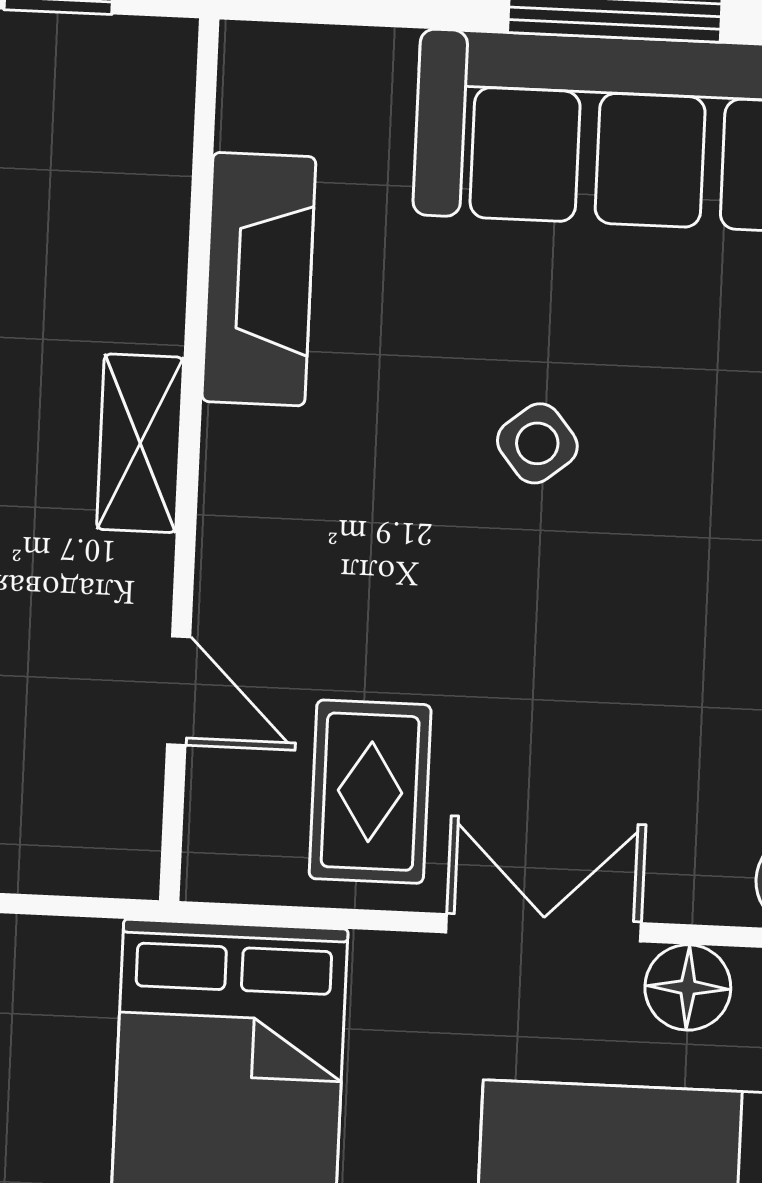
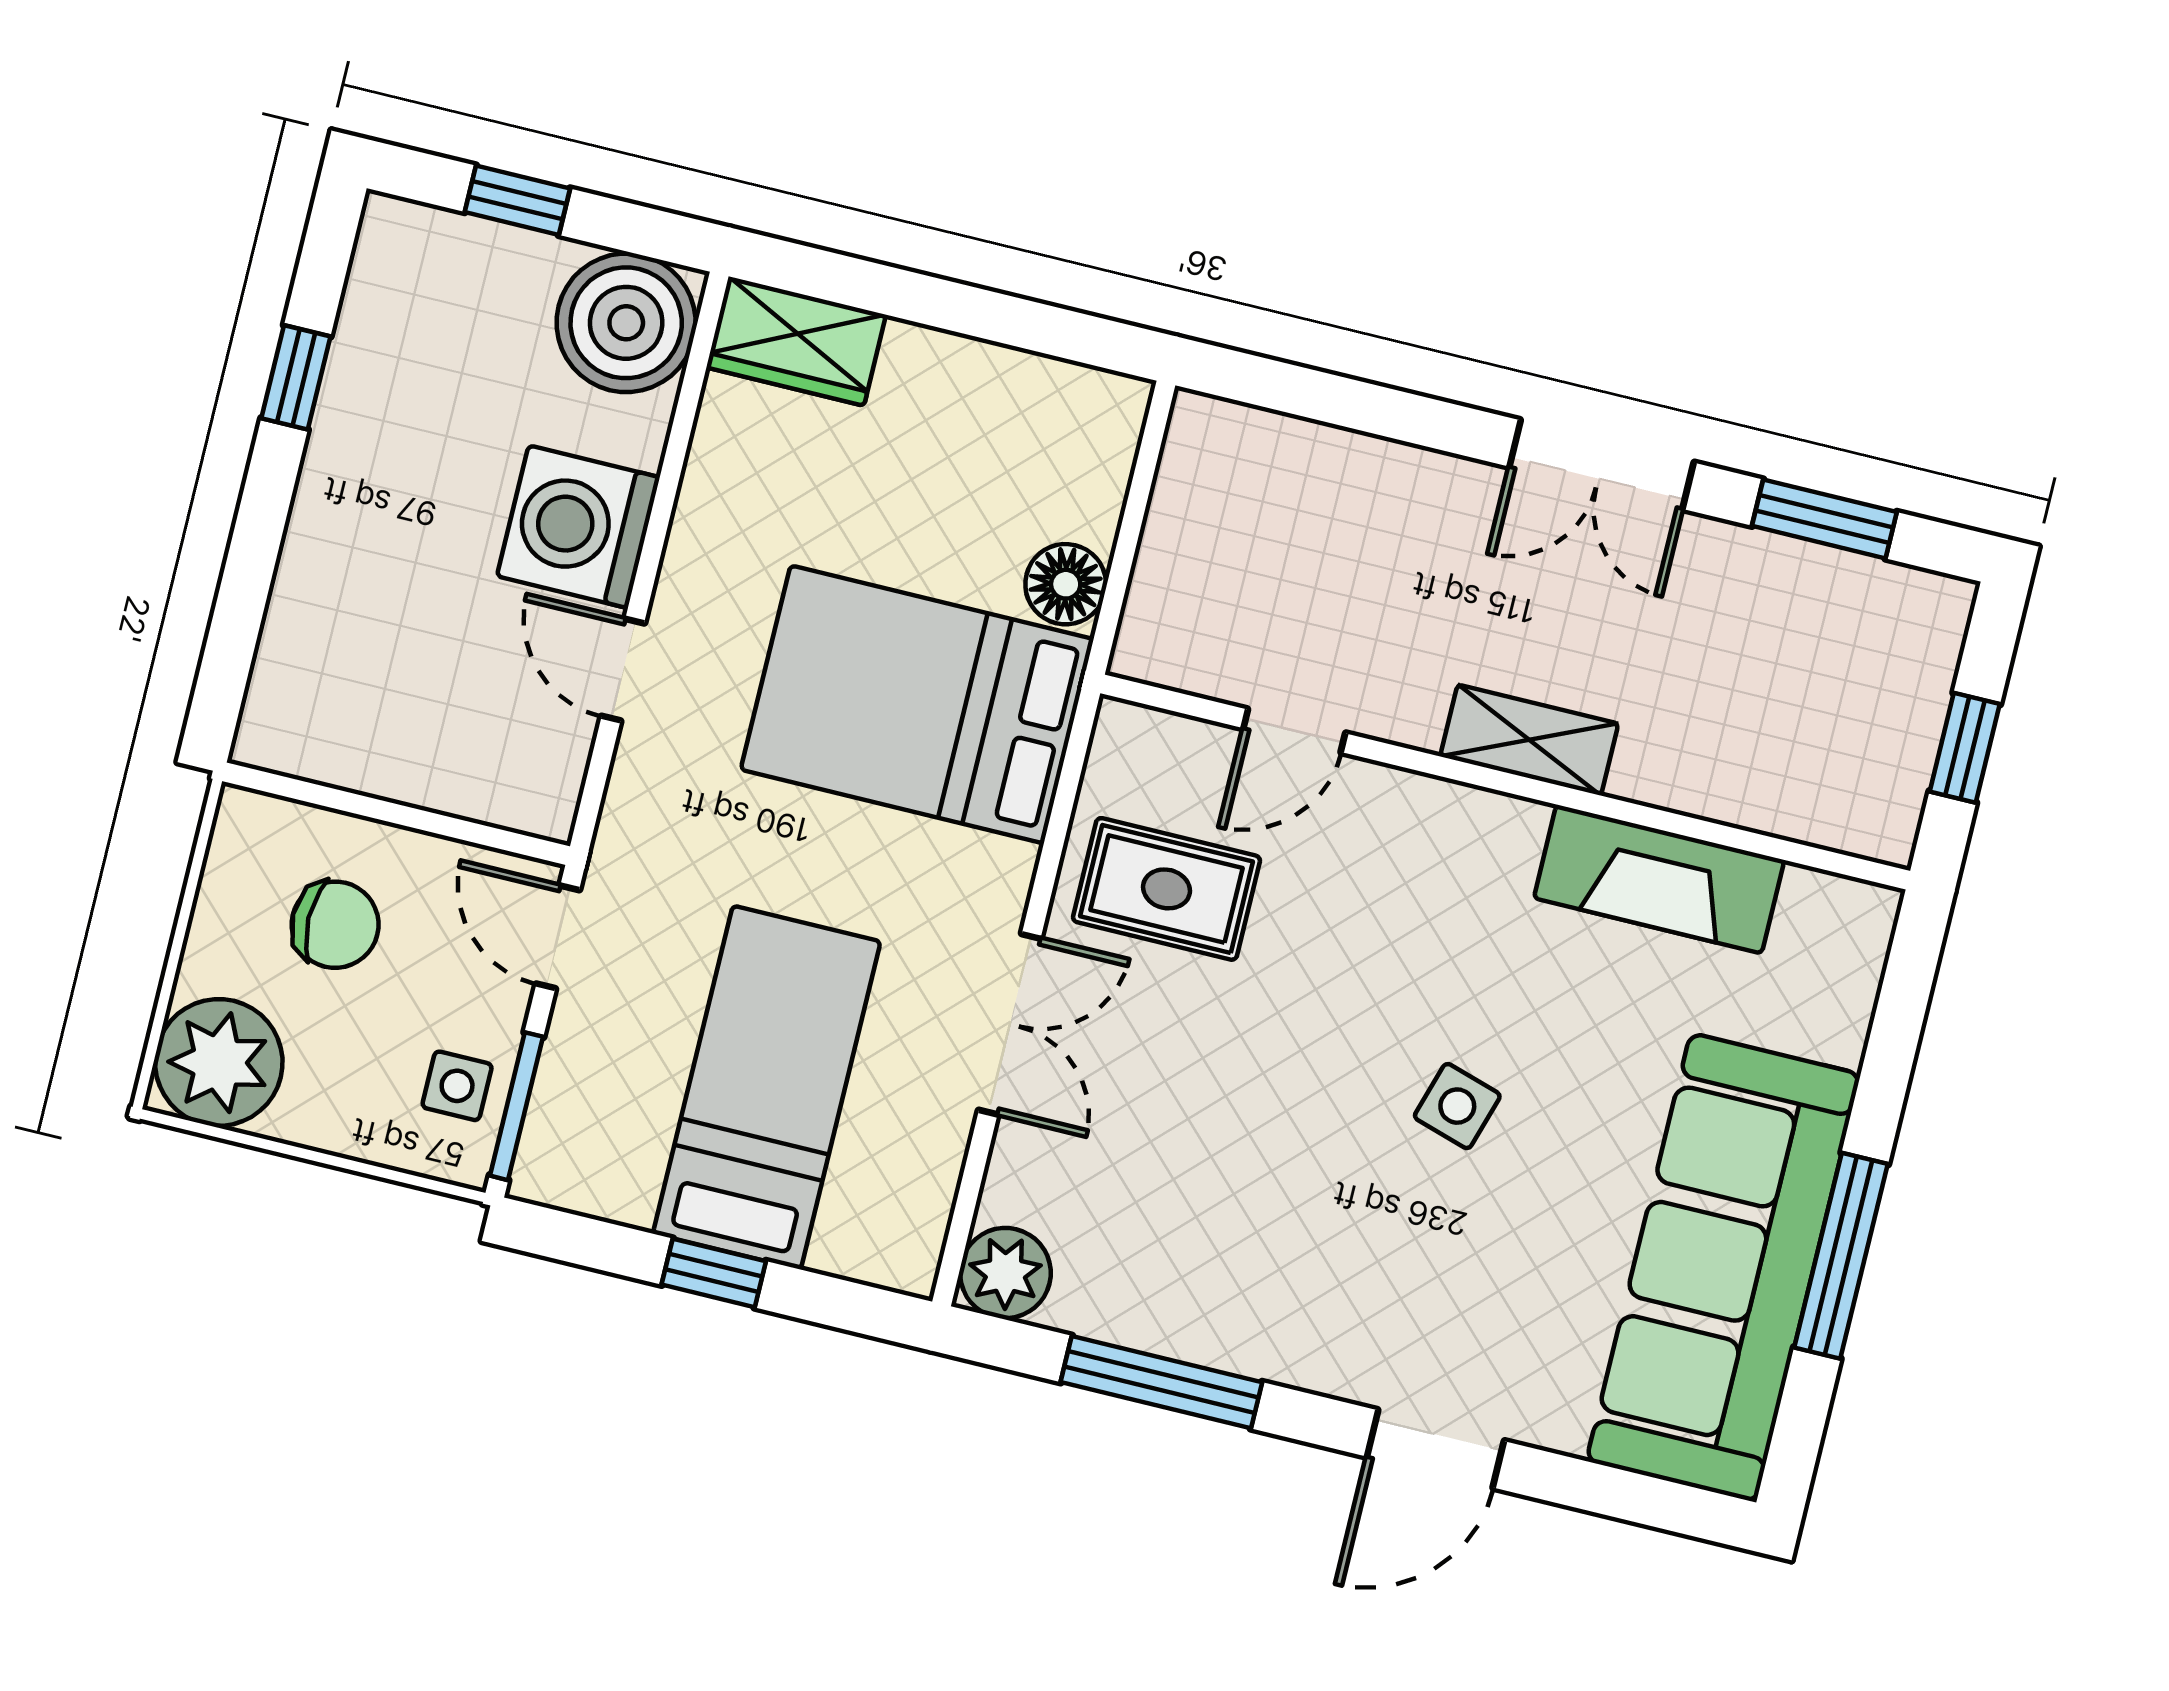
side table: (537, 443) -> (1457, 1106), turned -34
floor lamp: (688, 987) -> (1066, 584), moved

